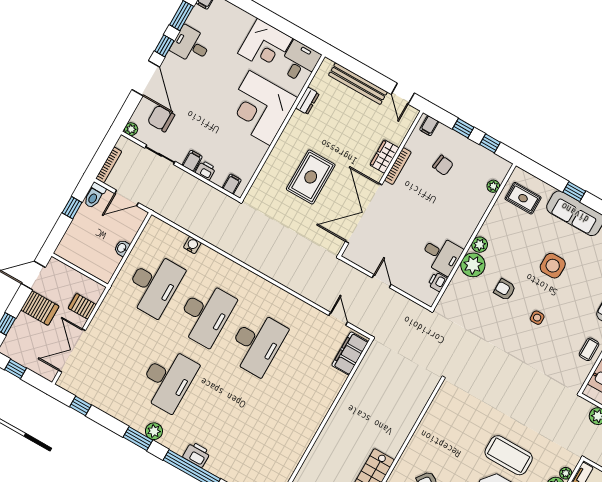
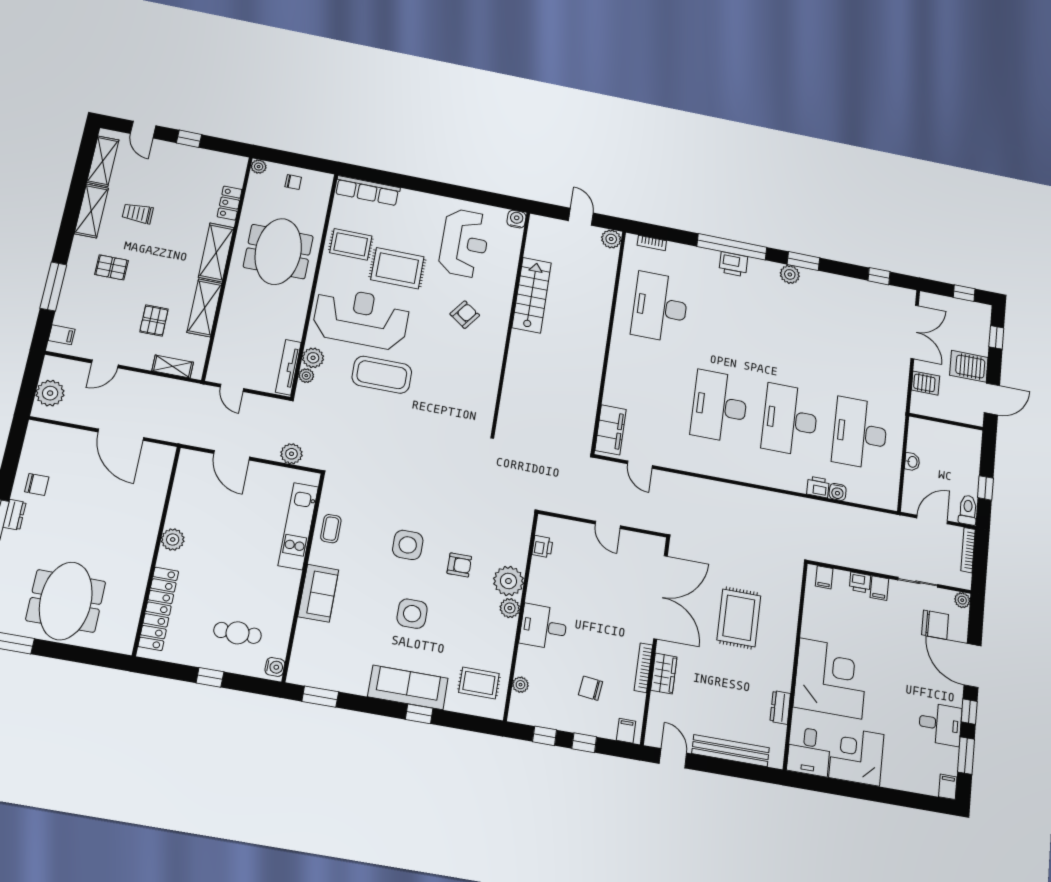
printer: (206, 254) -> (818, 487), added
desk: (441, 255) -> (543, 627), moved
side table: (537, 318) -> (408, 545), width x1.87, depth x1.87
desk: (168, 380) -> (660, 307), moved

